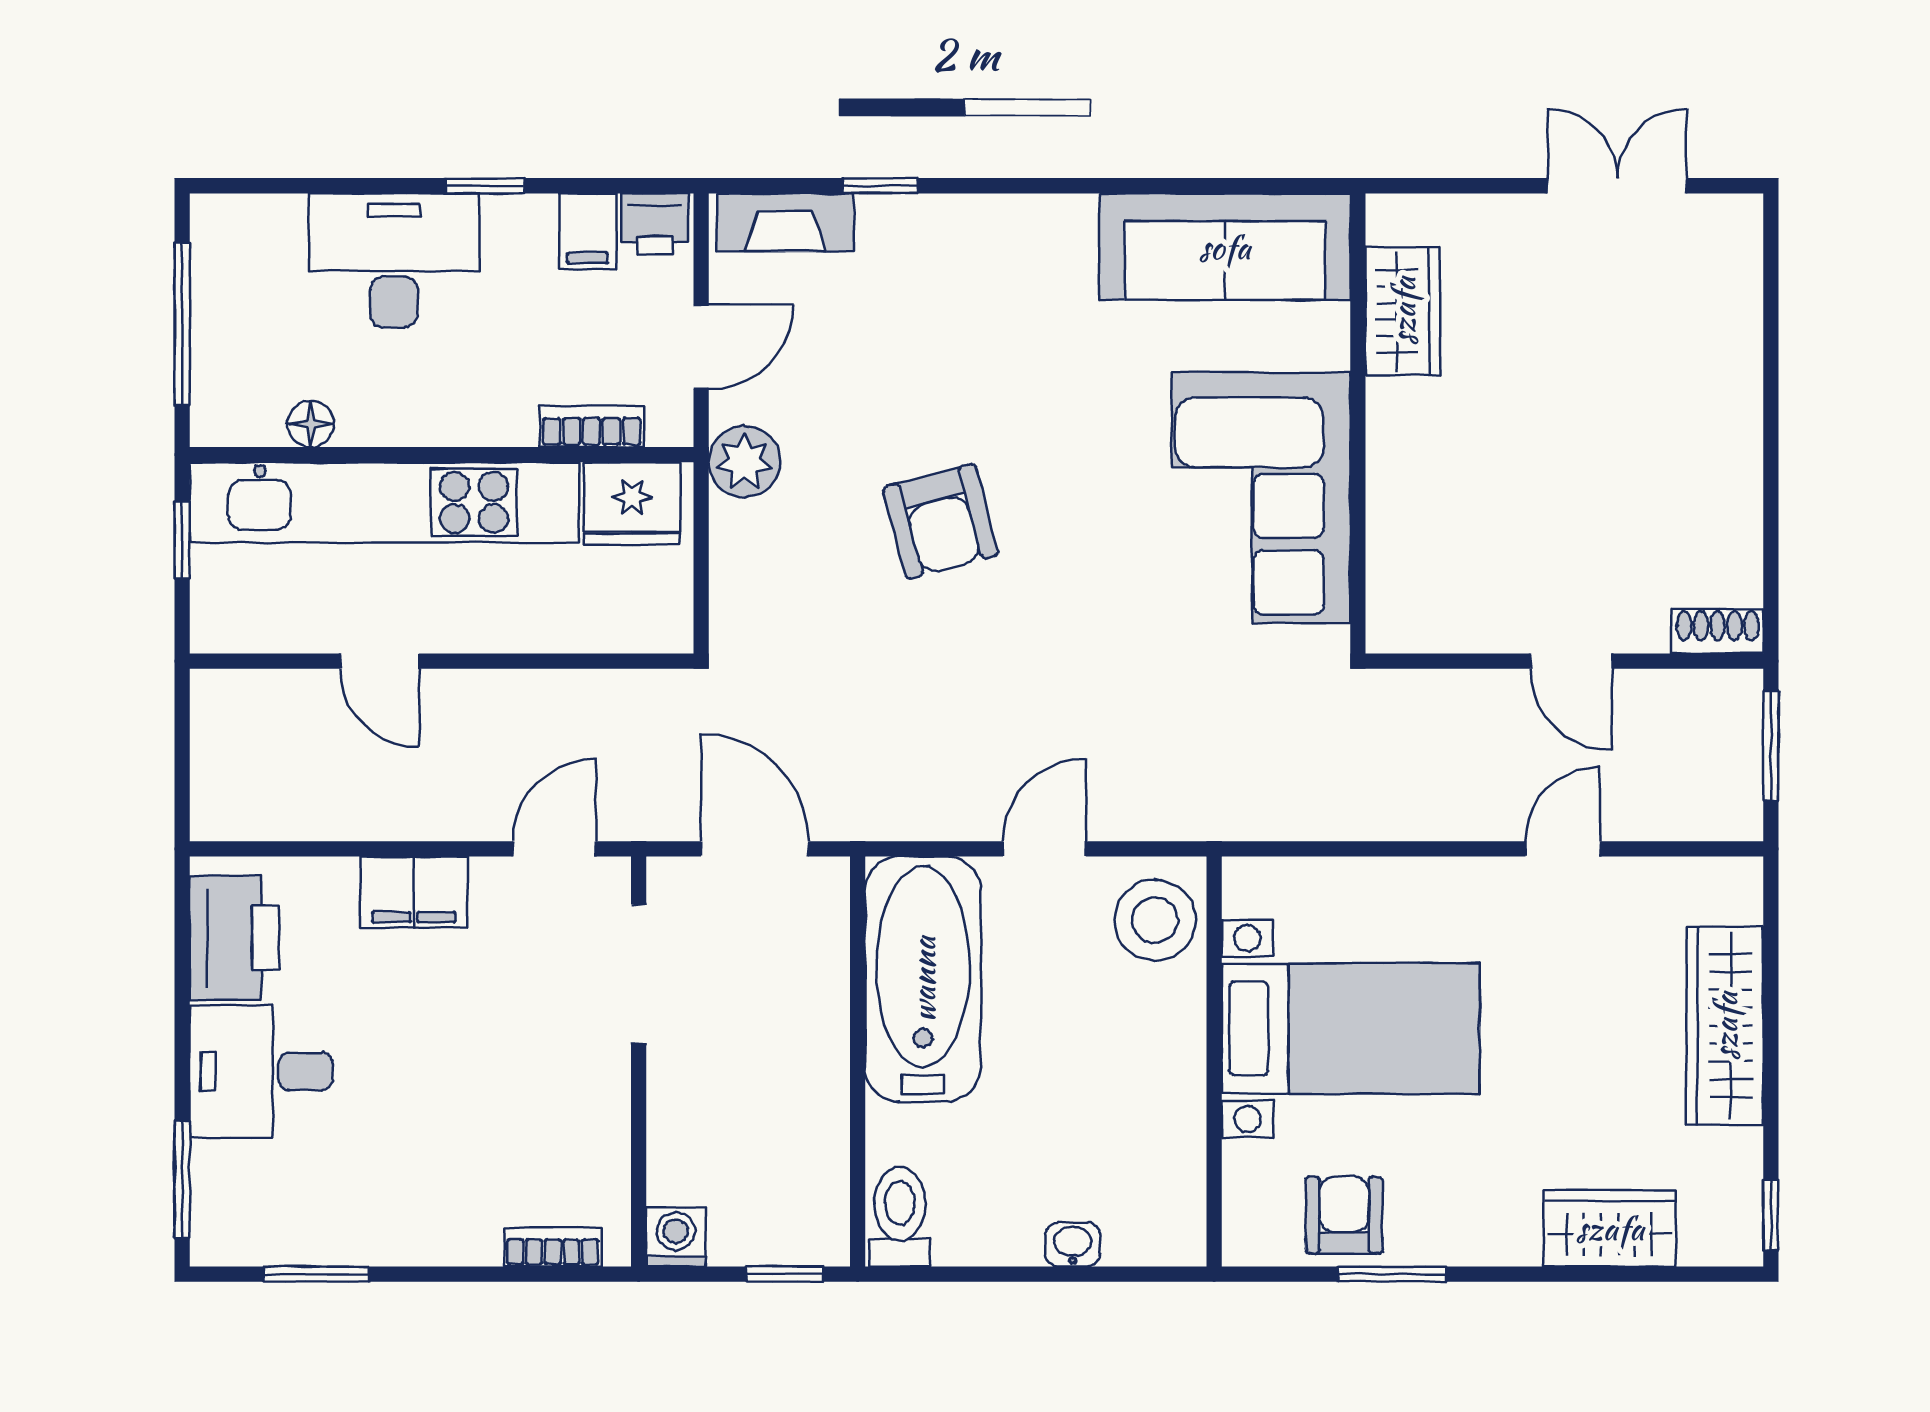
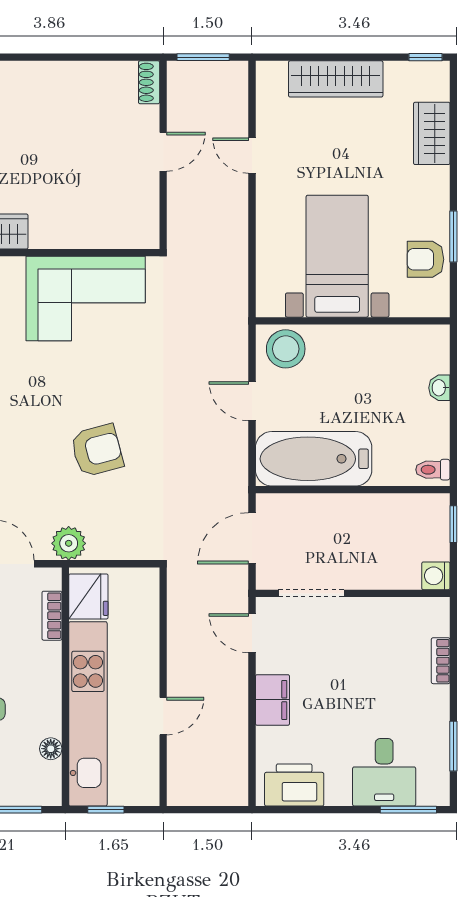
desk: (261, 1071) -> (384, 772), moved
toilet: (900, 1217) -> (433, 470), width x0.73, depth x0.72
bookcase: (553, 1247) -> (441, 661), moved

